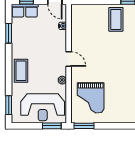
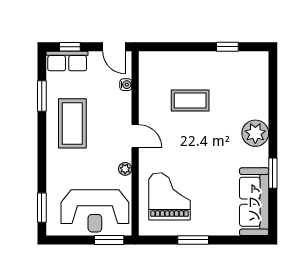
coffee table: (116, 19) -> (190, 101), moved, turned 90
coffee table: (21, 71) -> (72, 123), moved, width x1.36, depth x1.32
grand piano: (91, 98) -> (169, 196), turned 180
window: (84, 126) -> (193, 240), moved

